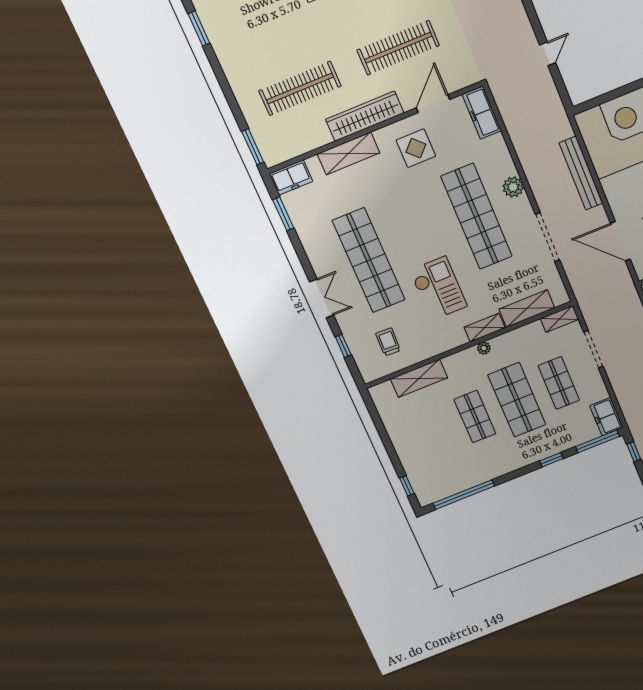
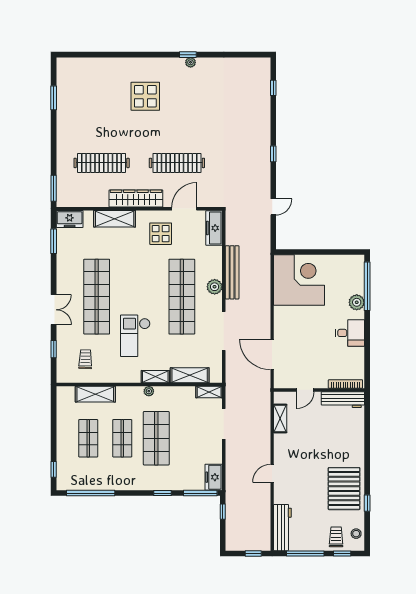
bench: (581, 173) -> (232, 272), moved
checkout: (438, 288) -> (135, 336), turned 180
shop shelf: (559, 383) -> (88, 438), moved

